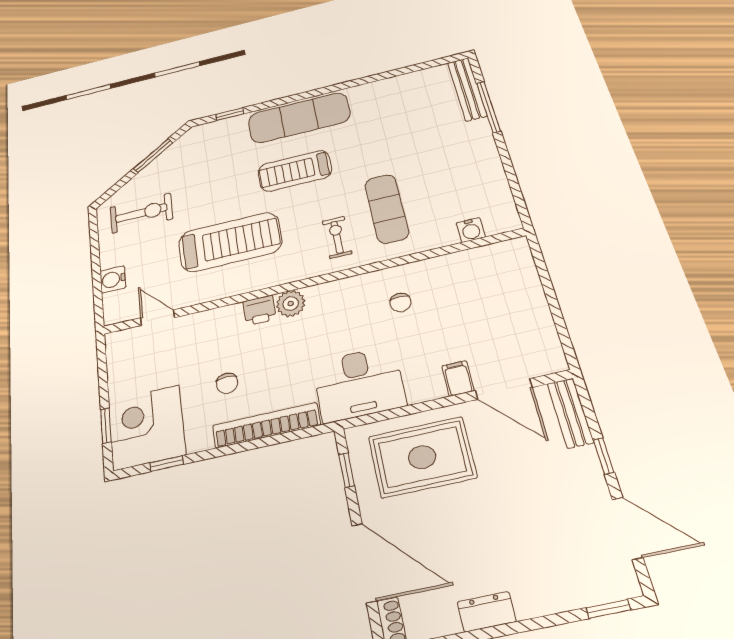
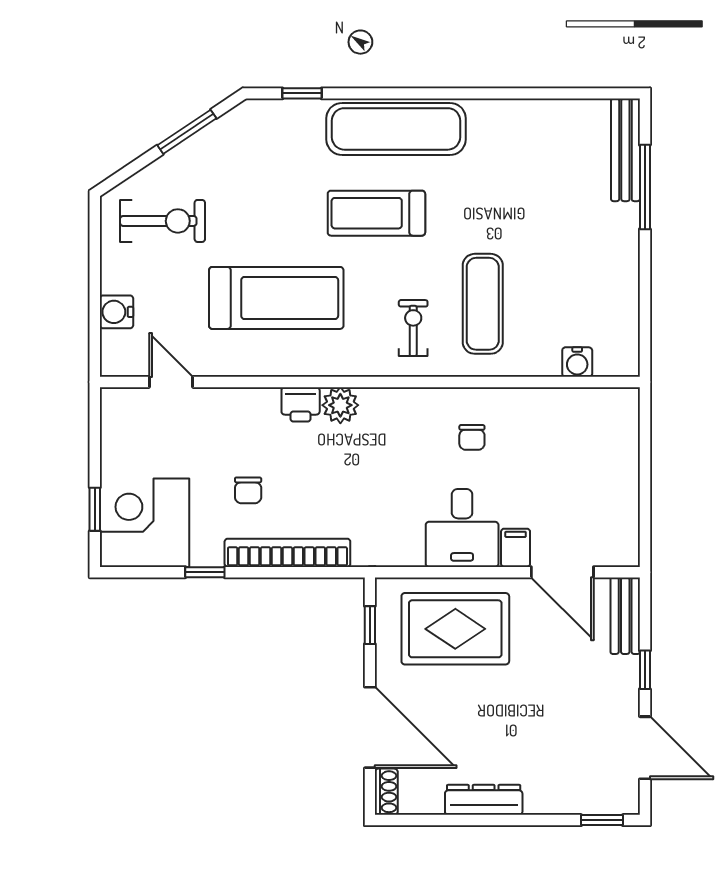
desk: (359, 384) -> (462, 528), moved, width x0.73
window: (167, 464) -> (205, 572), moved
dresser: (487, 612) -> (484, 800), width x1.44

